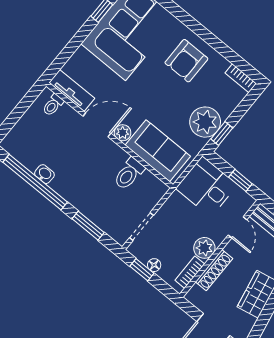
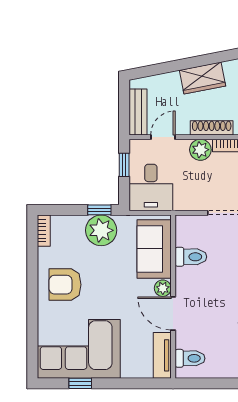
armchair: (186, 61) -> (65, 285), turned 180
toilet: (53, 105) -> (190, 358), width x1.37, depth x1.39

